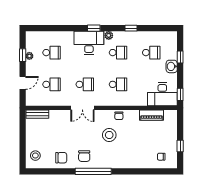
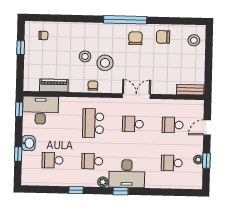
school desk: (118, 84) -> (93, 123), width x1.85
stool: (126, 140) -> (85, 56), added

